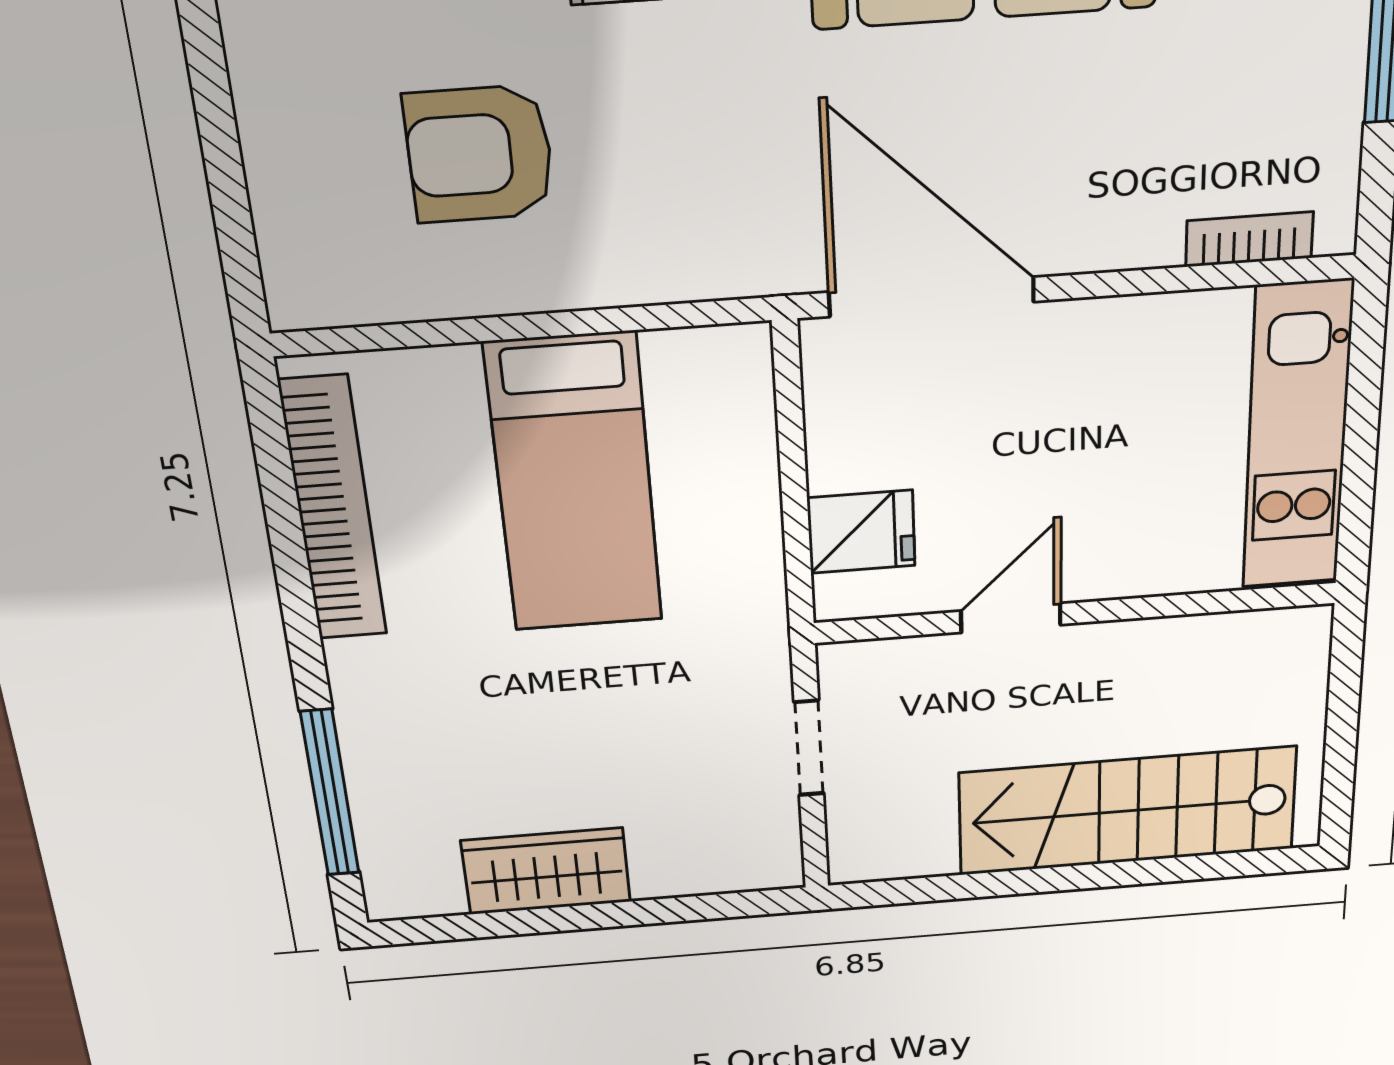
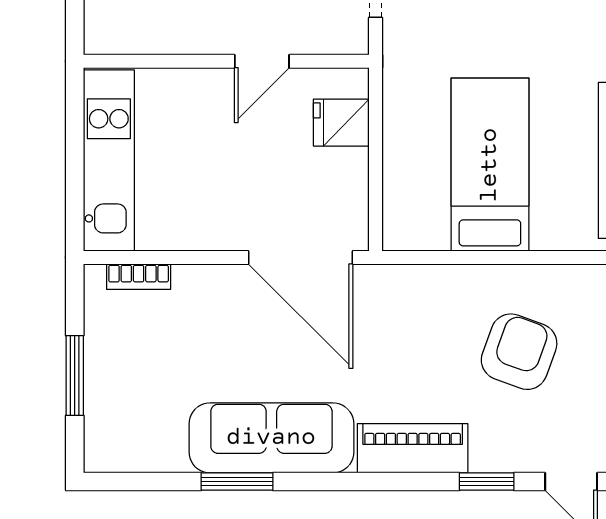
armchair: (480, 154) -> (519, 352), turned -70

